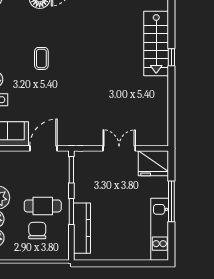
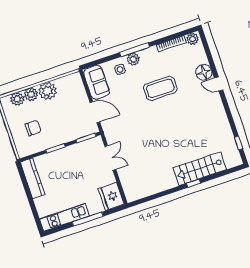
coffee table: (41, 58) -> (160, 88), width x1.86, depth x1.72
double door: (119, 148) -> (110, 158), moved
cafe table: (43, 206) -> (52, 126), removed
kitchen counter: (82, 228) -> (33, 178), moved, turned -90

